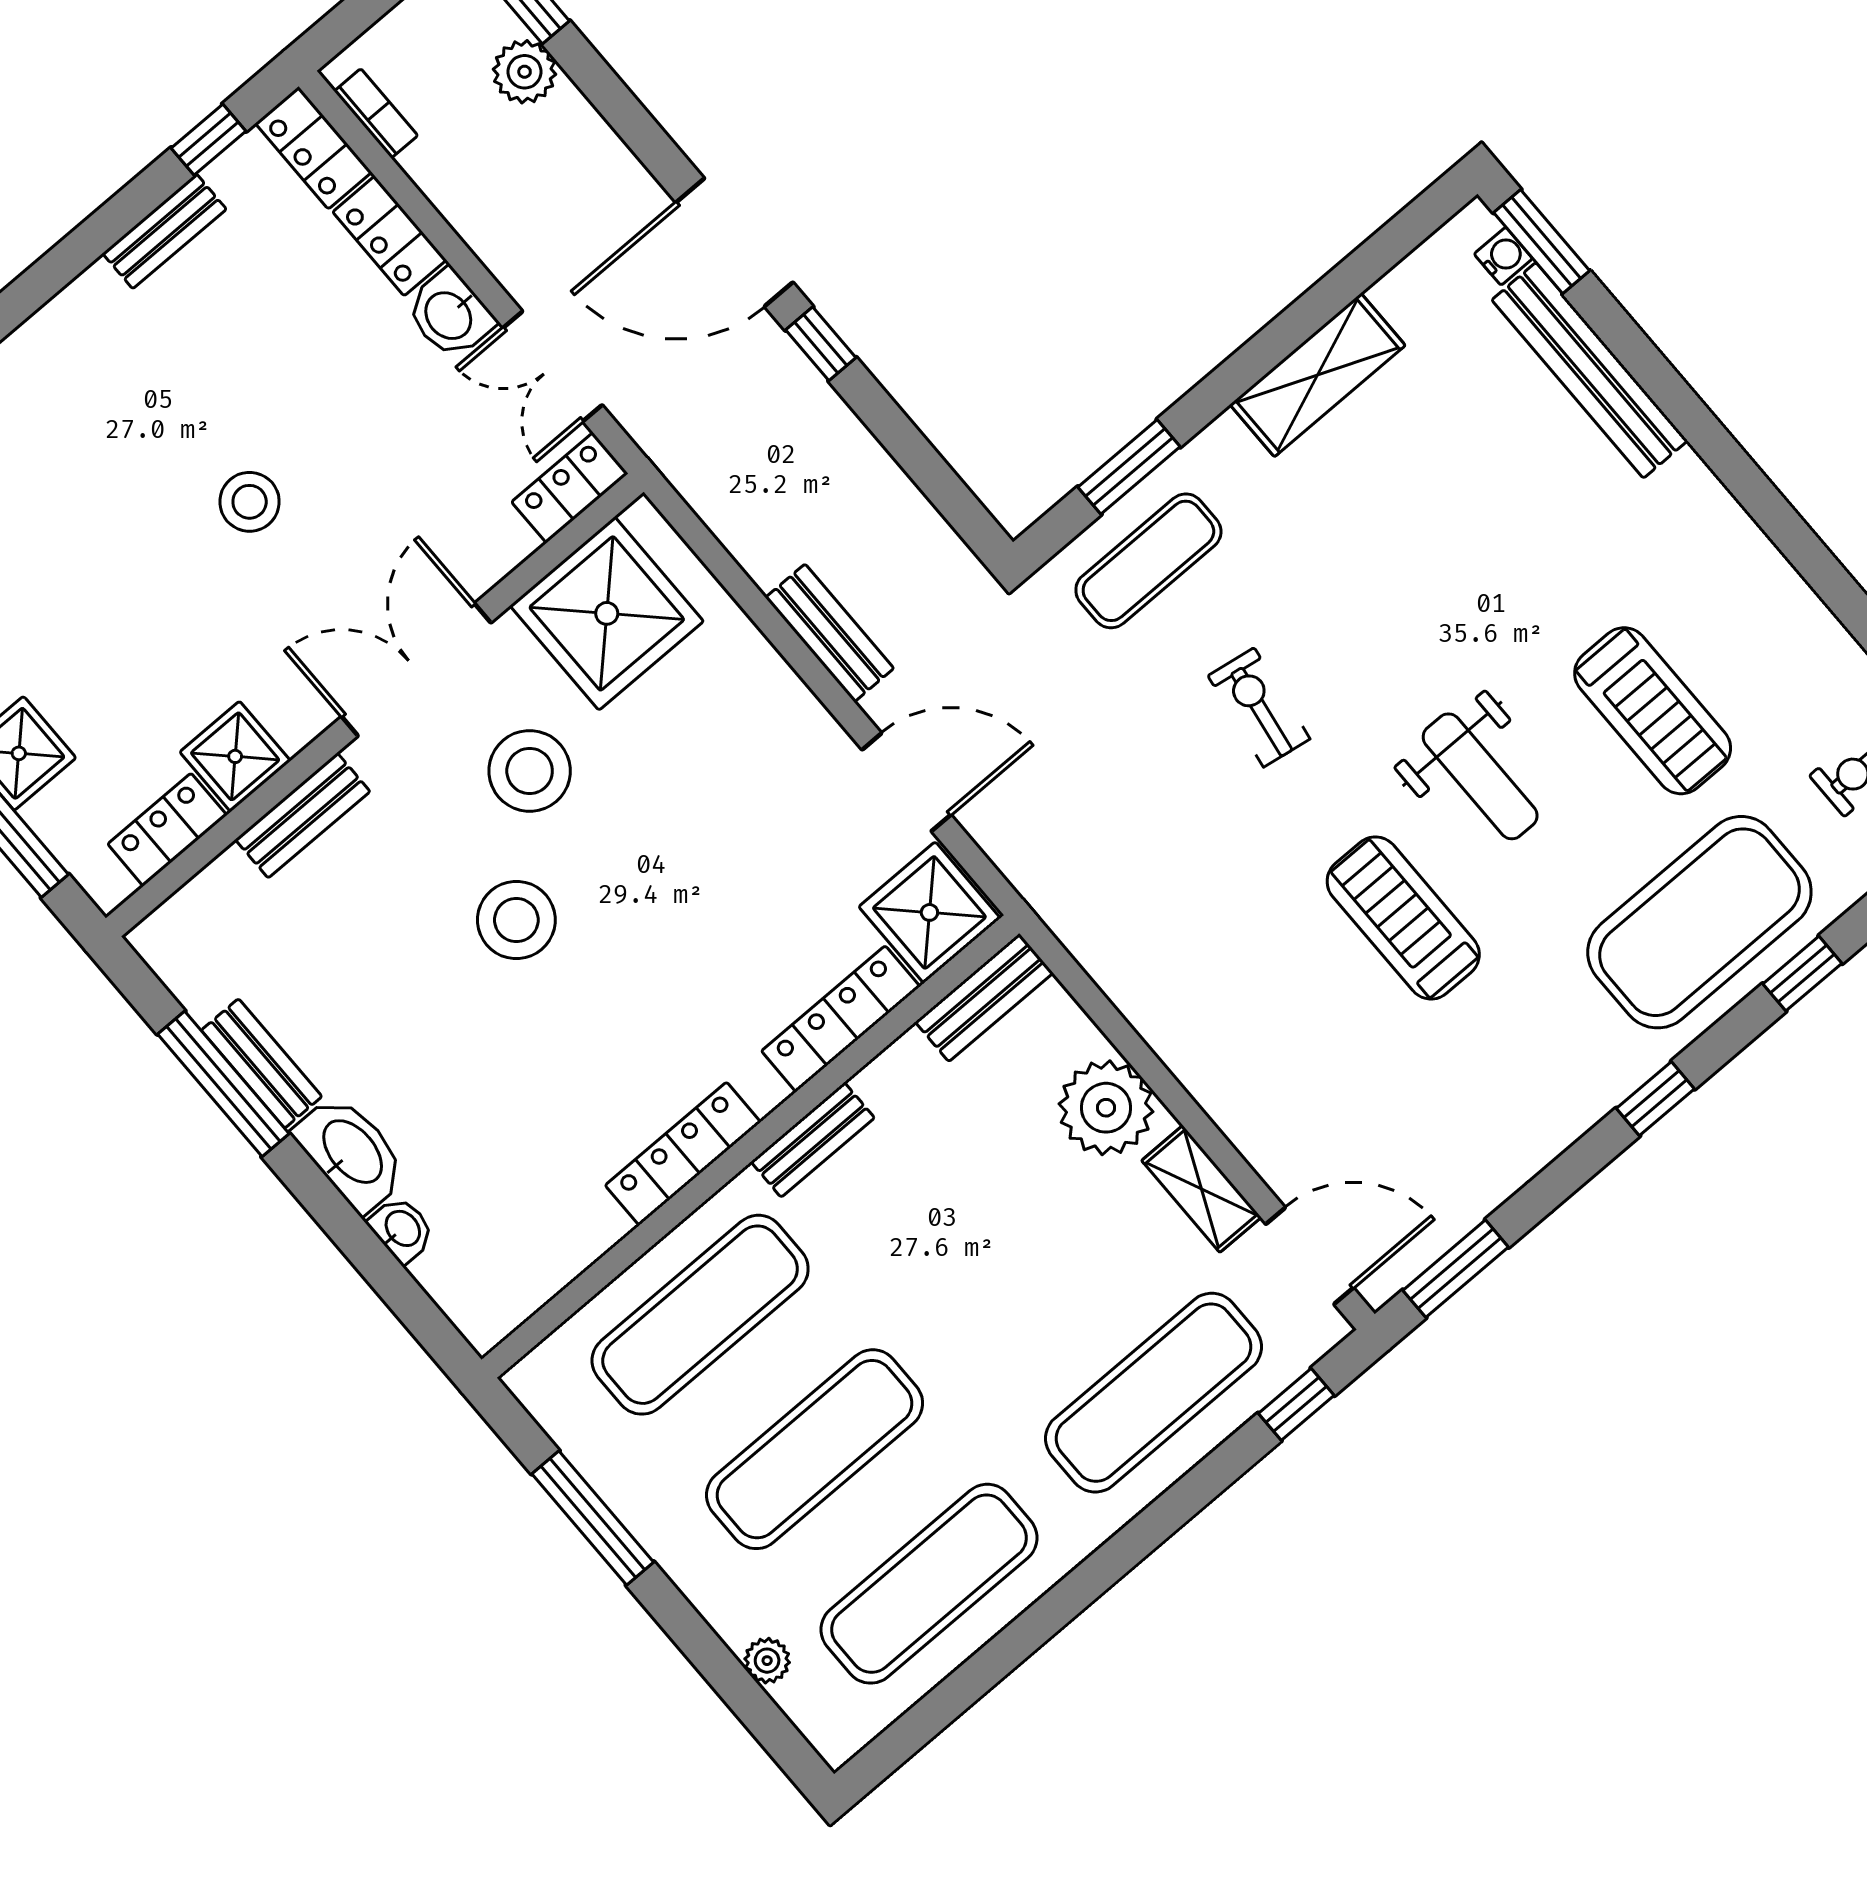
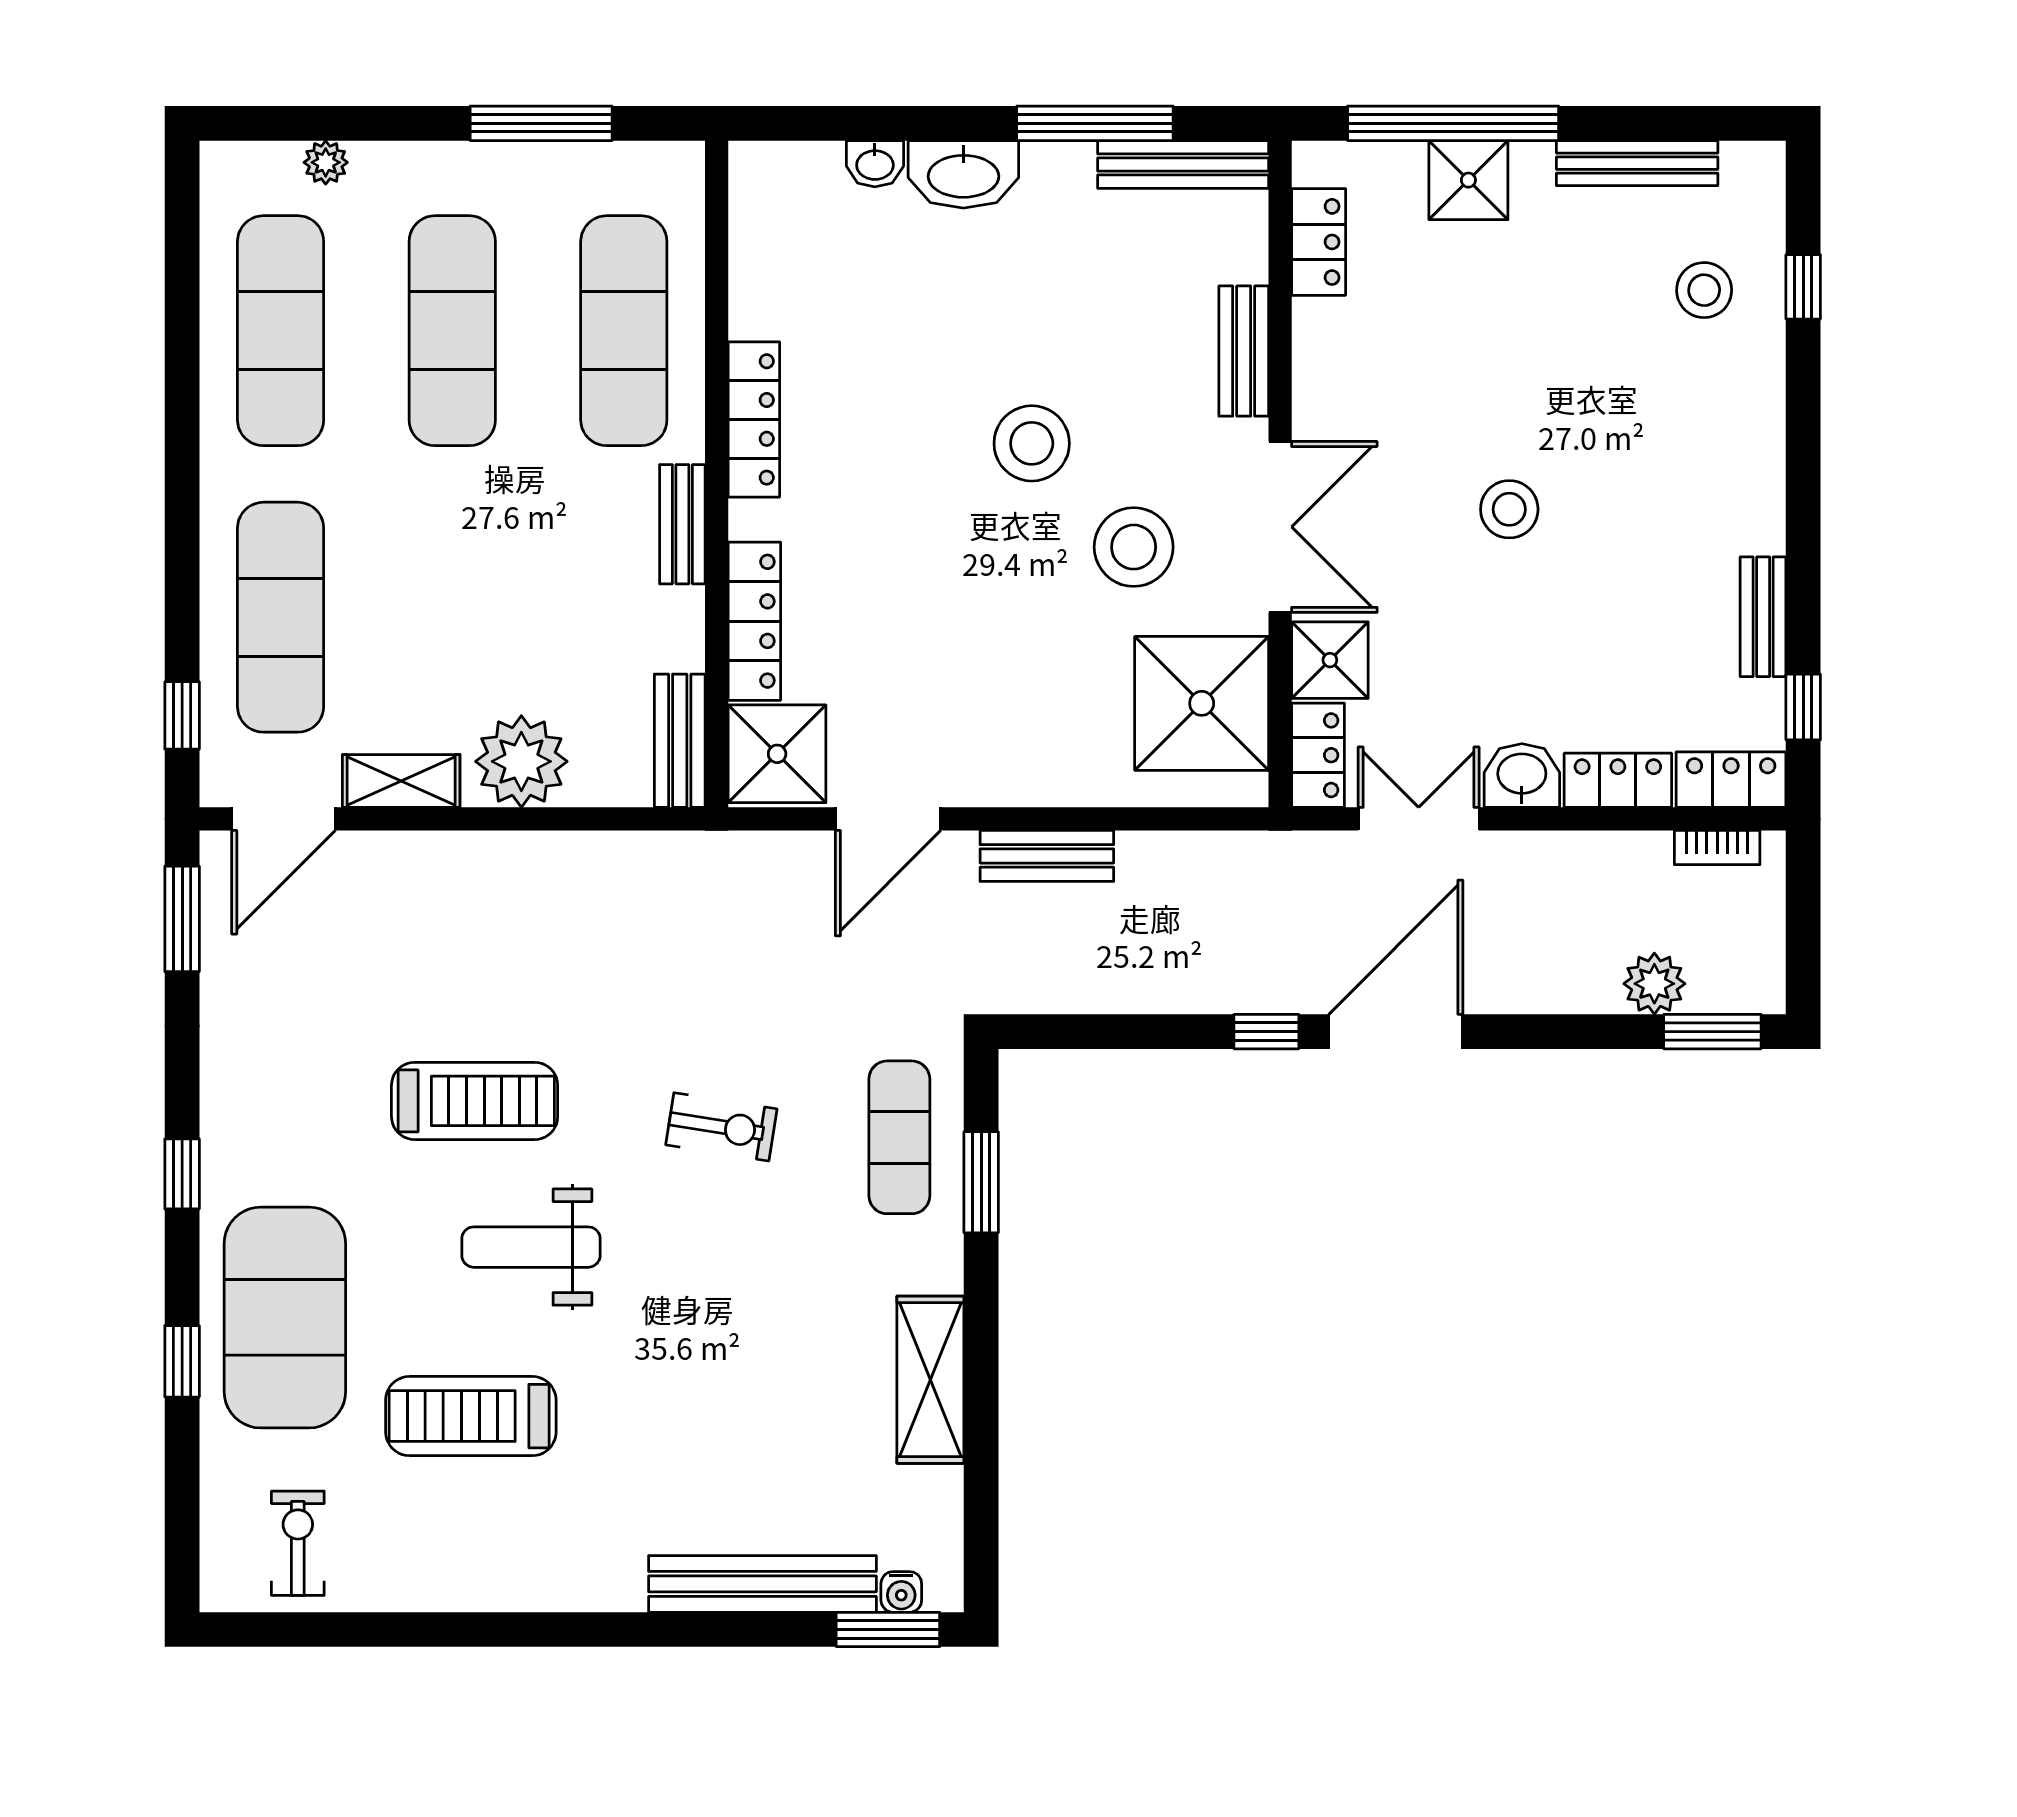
shower: (235, 756) -> (1330, 660), moved
bench: (262, 1063) -> (1183, 164), moved, width x1.36

